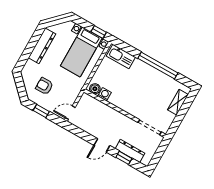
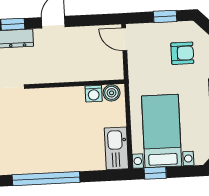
kitchen sink: (121, 56) -> (116, 148), moved, turned -90
door: (70, 113) -> (124, 39), swing flipped

